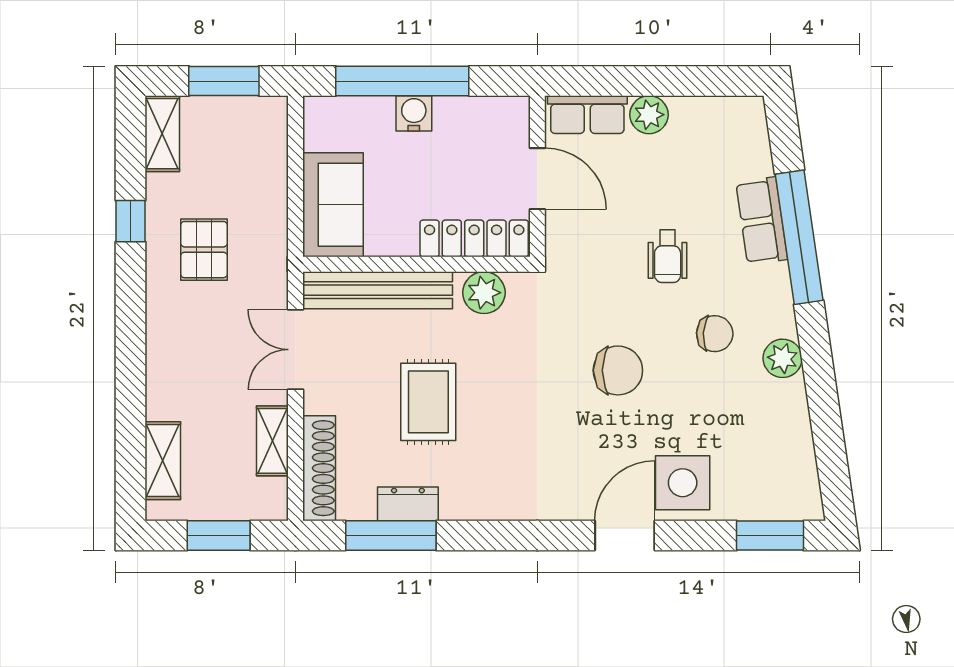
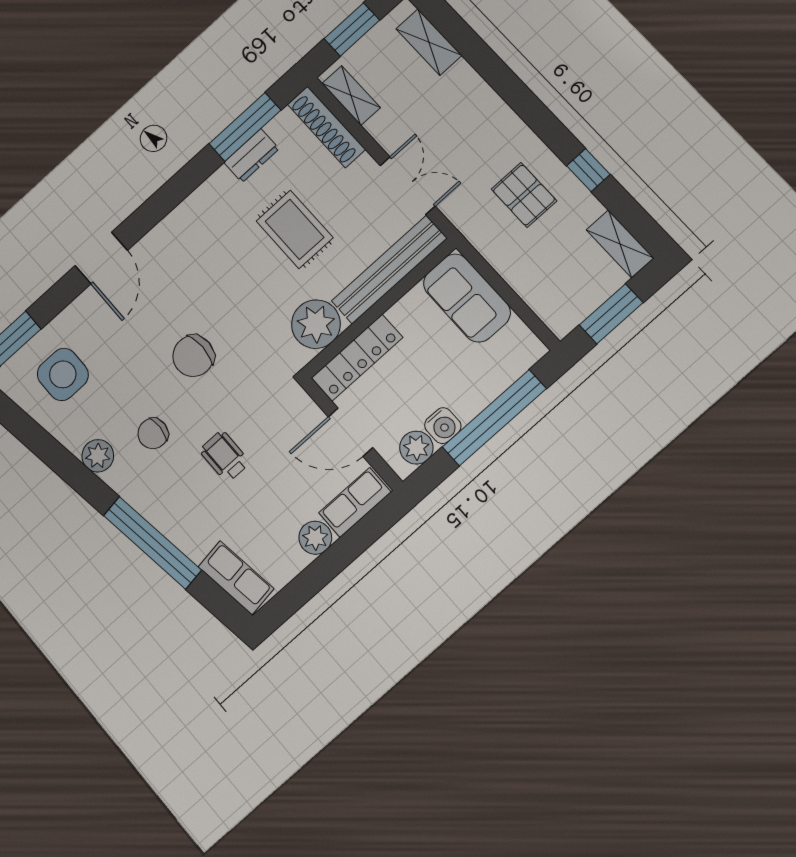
water cooler: (414, 113) -> (443, 426), moved
plant: (492, 115) -> (416, 448), added
row of seats: (762, 221) -> (236, 578), moved
plant: (484, 293) -> (316, 324), width x1.36, depth x1.36
shelving: (272, 441) -> (351, 95), moved
side table: (683, 483) -> (63, 374), moved

